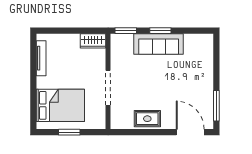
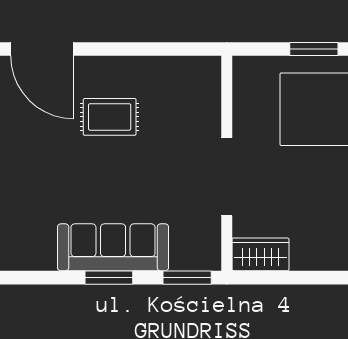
doorway: (108, 88) -> (227, 177), moved
rug: (147, 119) -> (110, 117), moved

